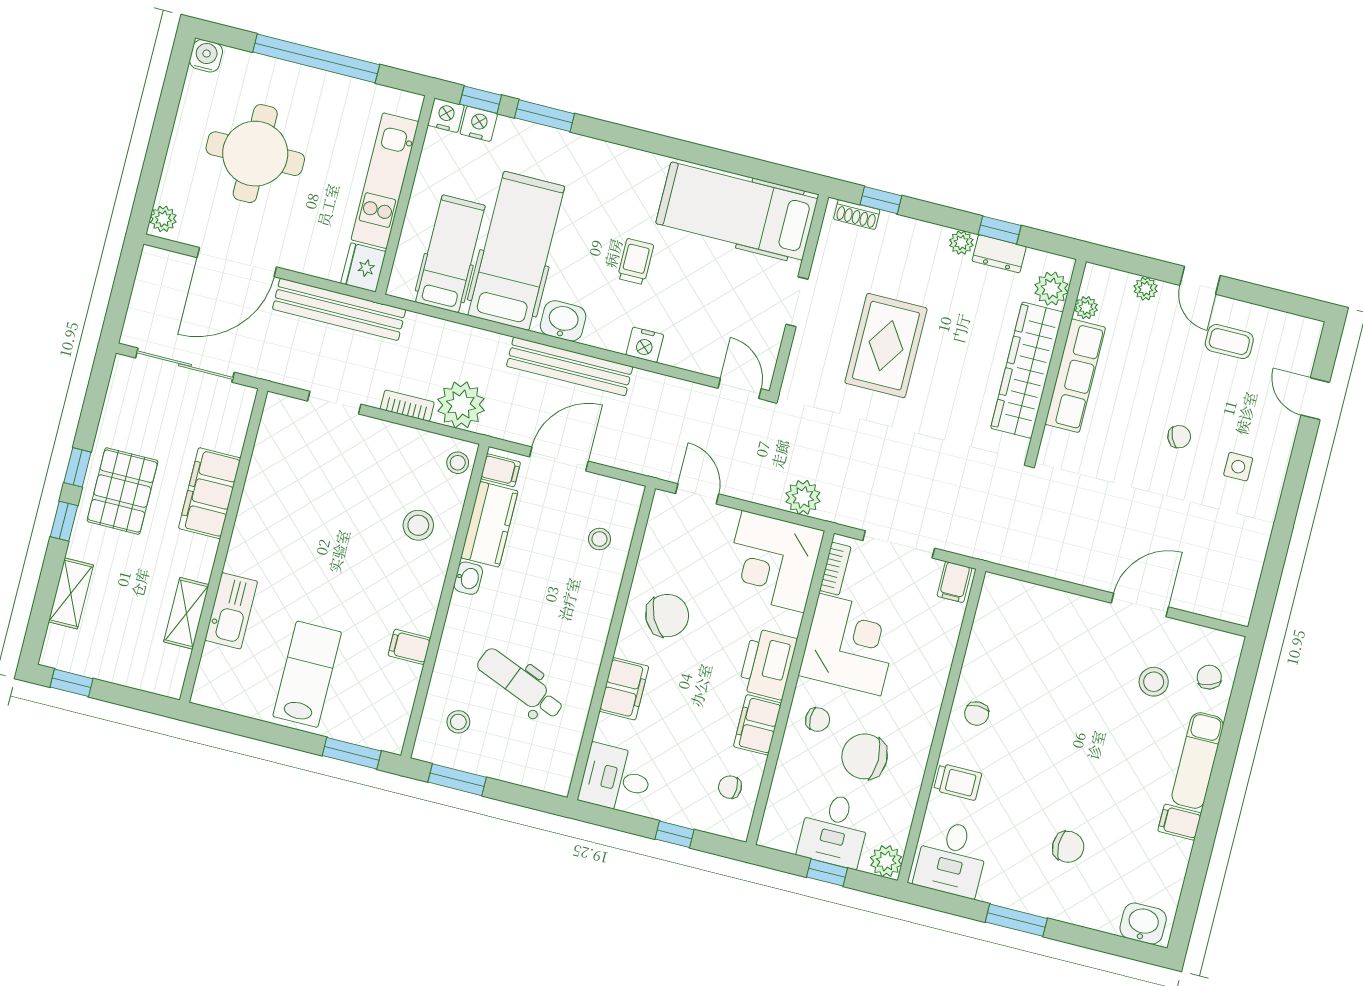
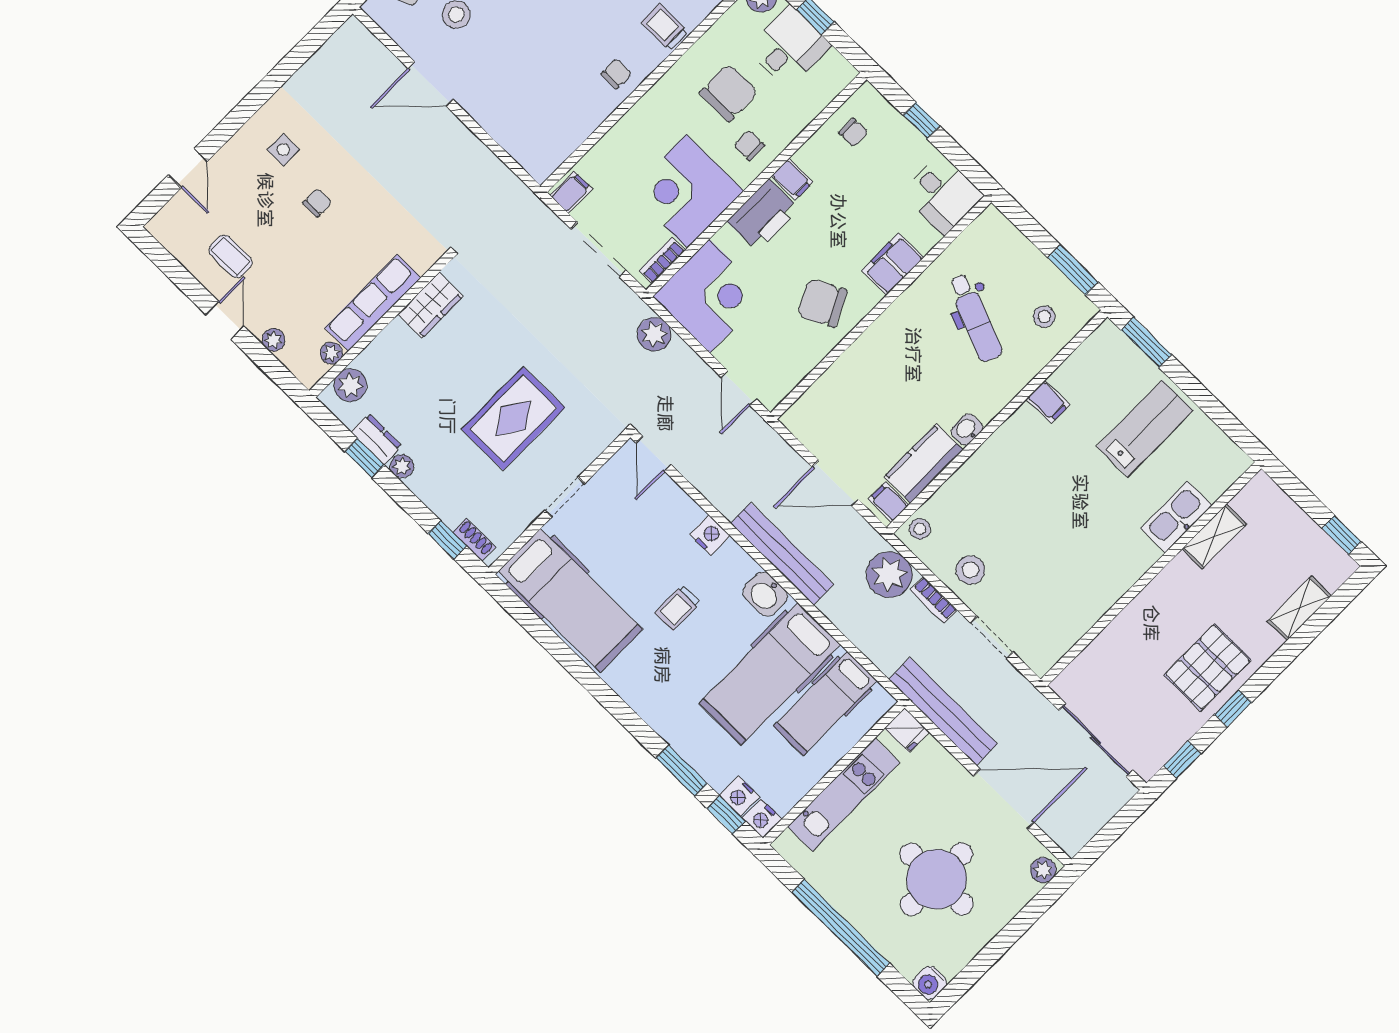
fridge: (363, 267) -> (907, 730), width x0.72
wardrobe: (1027, 370) -> (430, 305), width x0.48, depth x0.85
chair: (1179, 437) -> (317, 203), turned 114
filing cabinet: (210, 493) -> (1137, 624), removed
window: (64, 521) -> (1182, 760), moved
stool: (418, 525) -> (970, 570), moved
stool: (599, 539) -> (841, 398), removed
lab bench: (307, 674) -> (1145, 428), turned 180
filing cabinet: (757, 725) -> (792, 179), width x0.50
chair: (865, 756) -> (729, 93), turned -90

